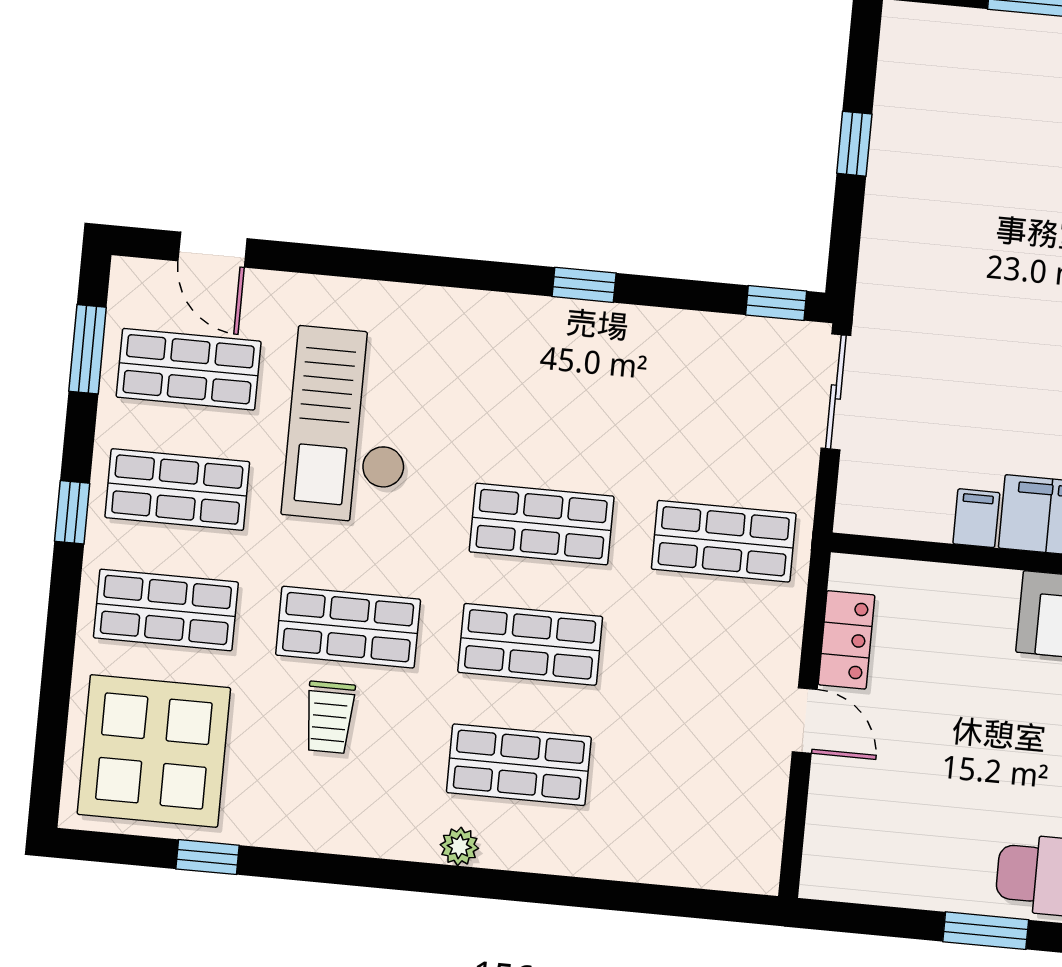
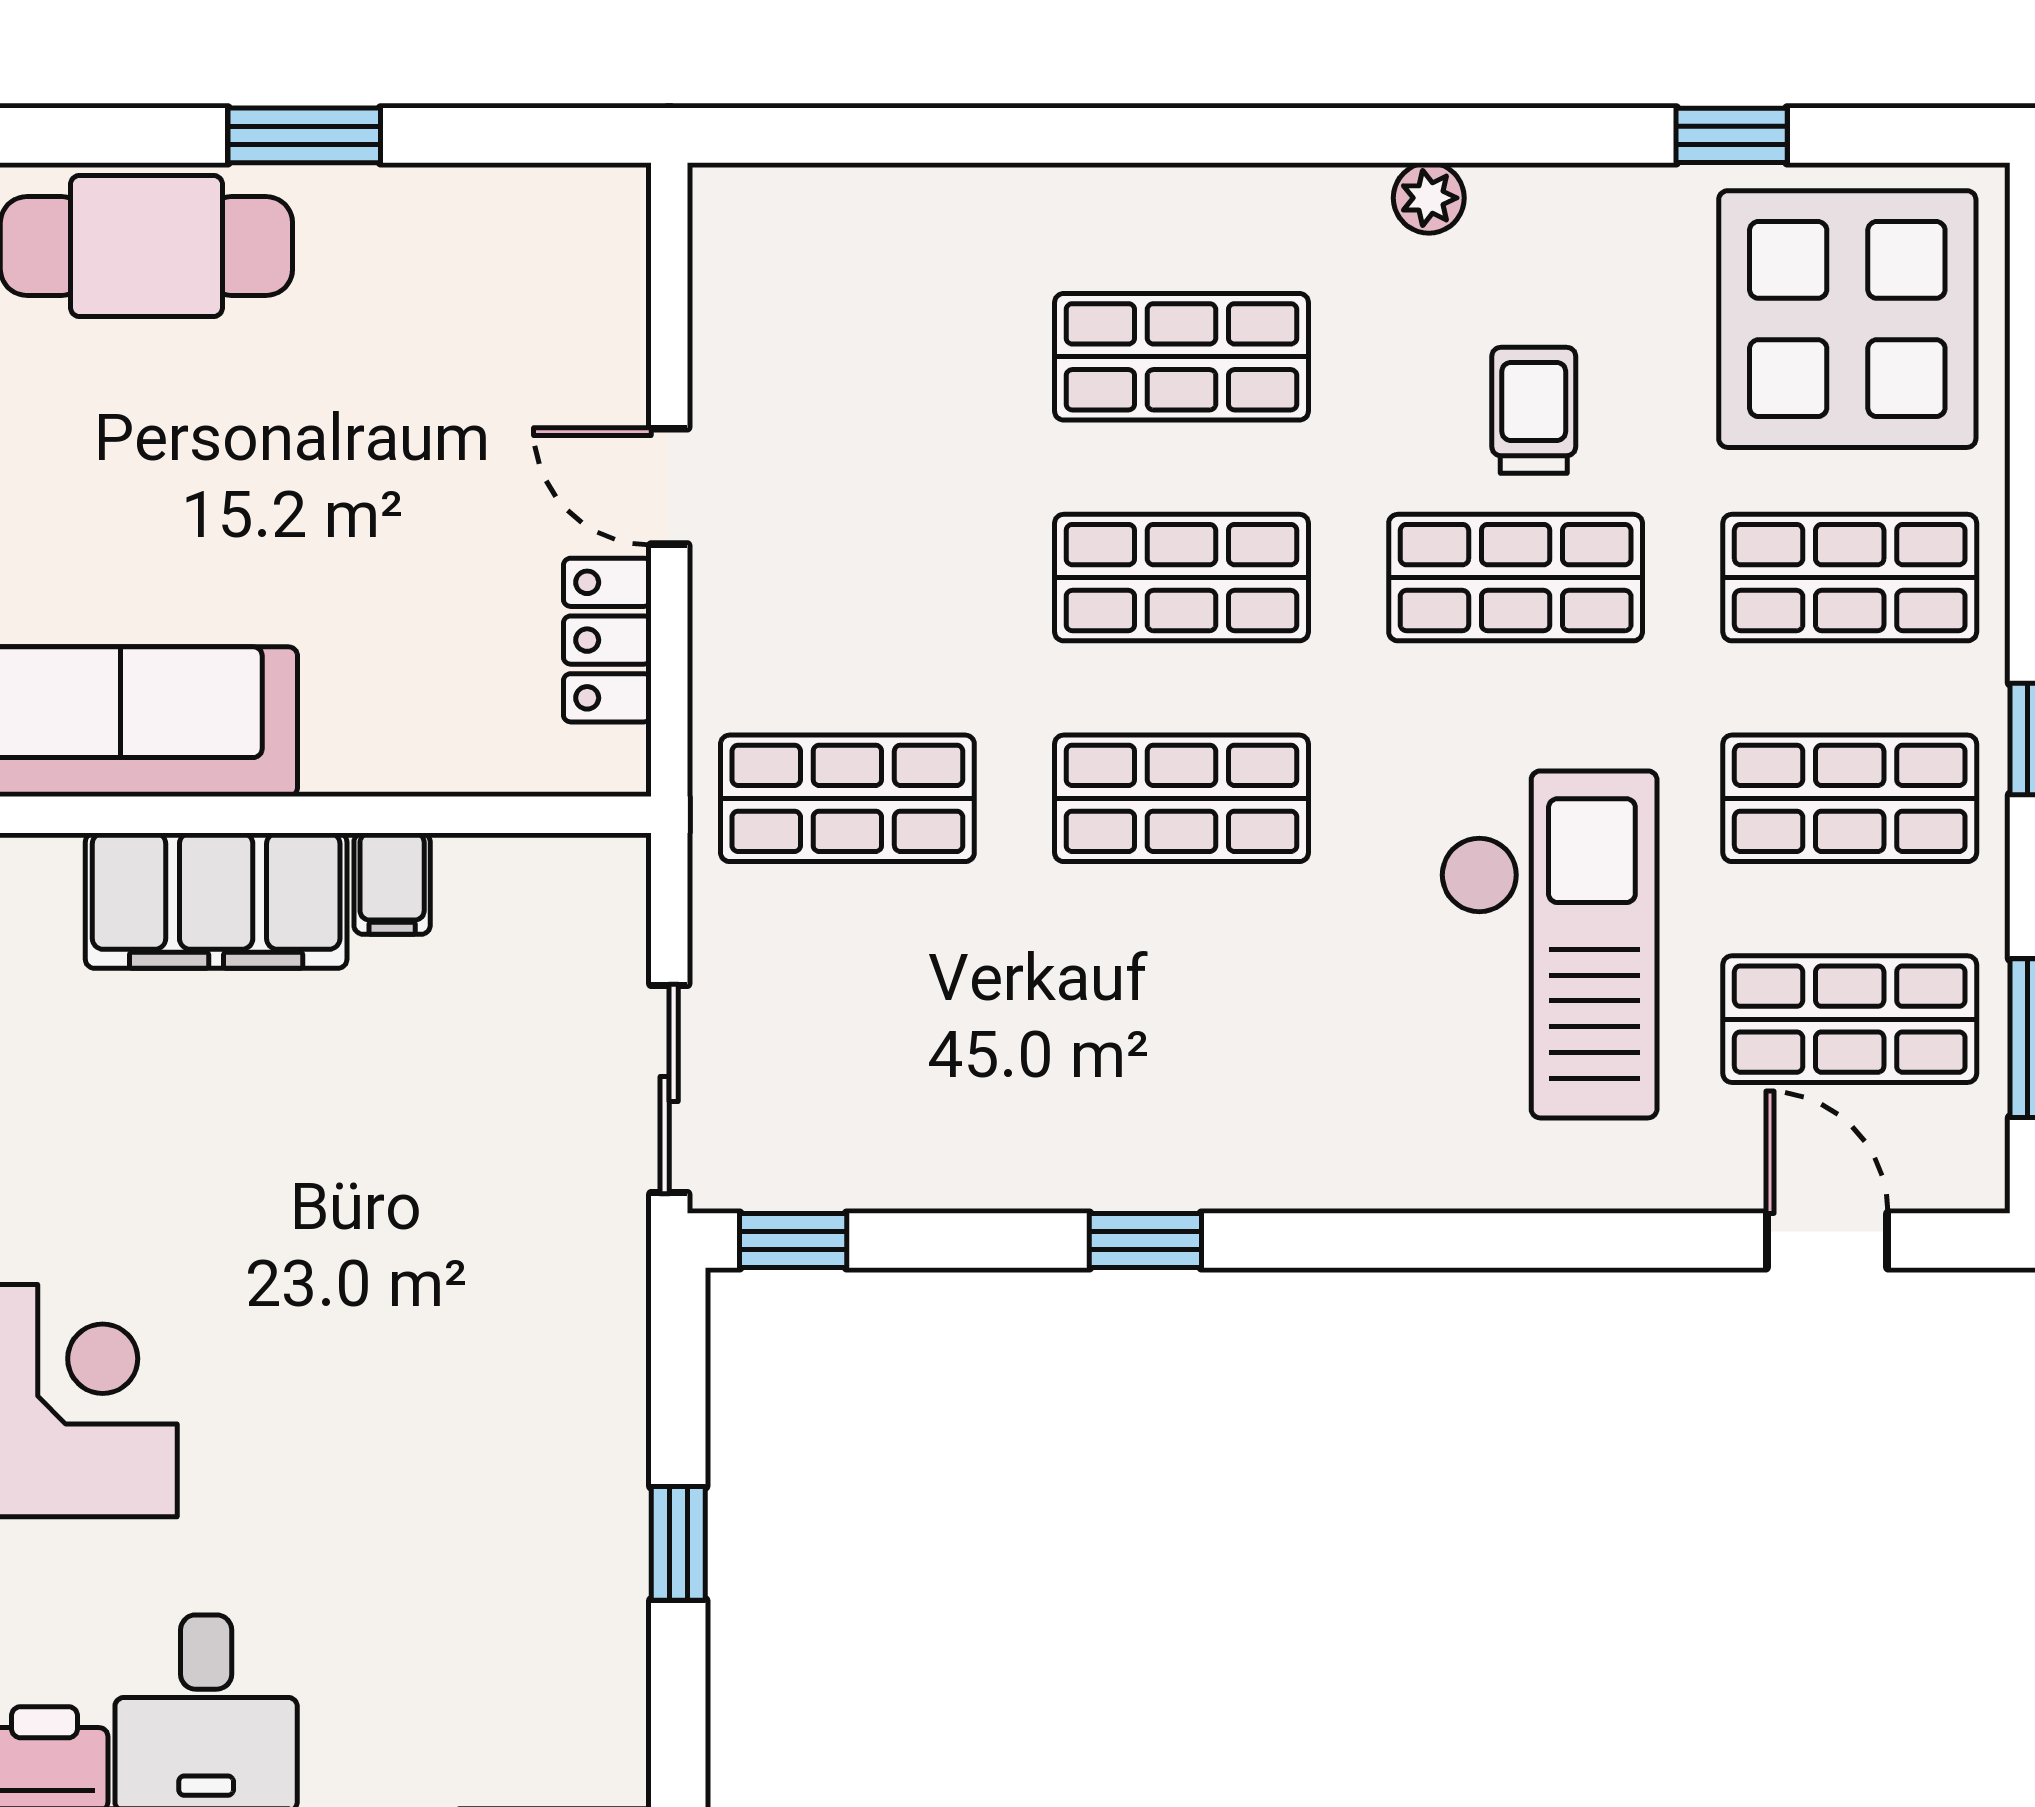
plant: (459, 846) -> (1429, 198), moved

